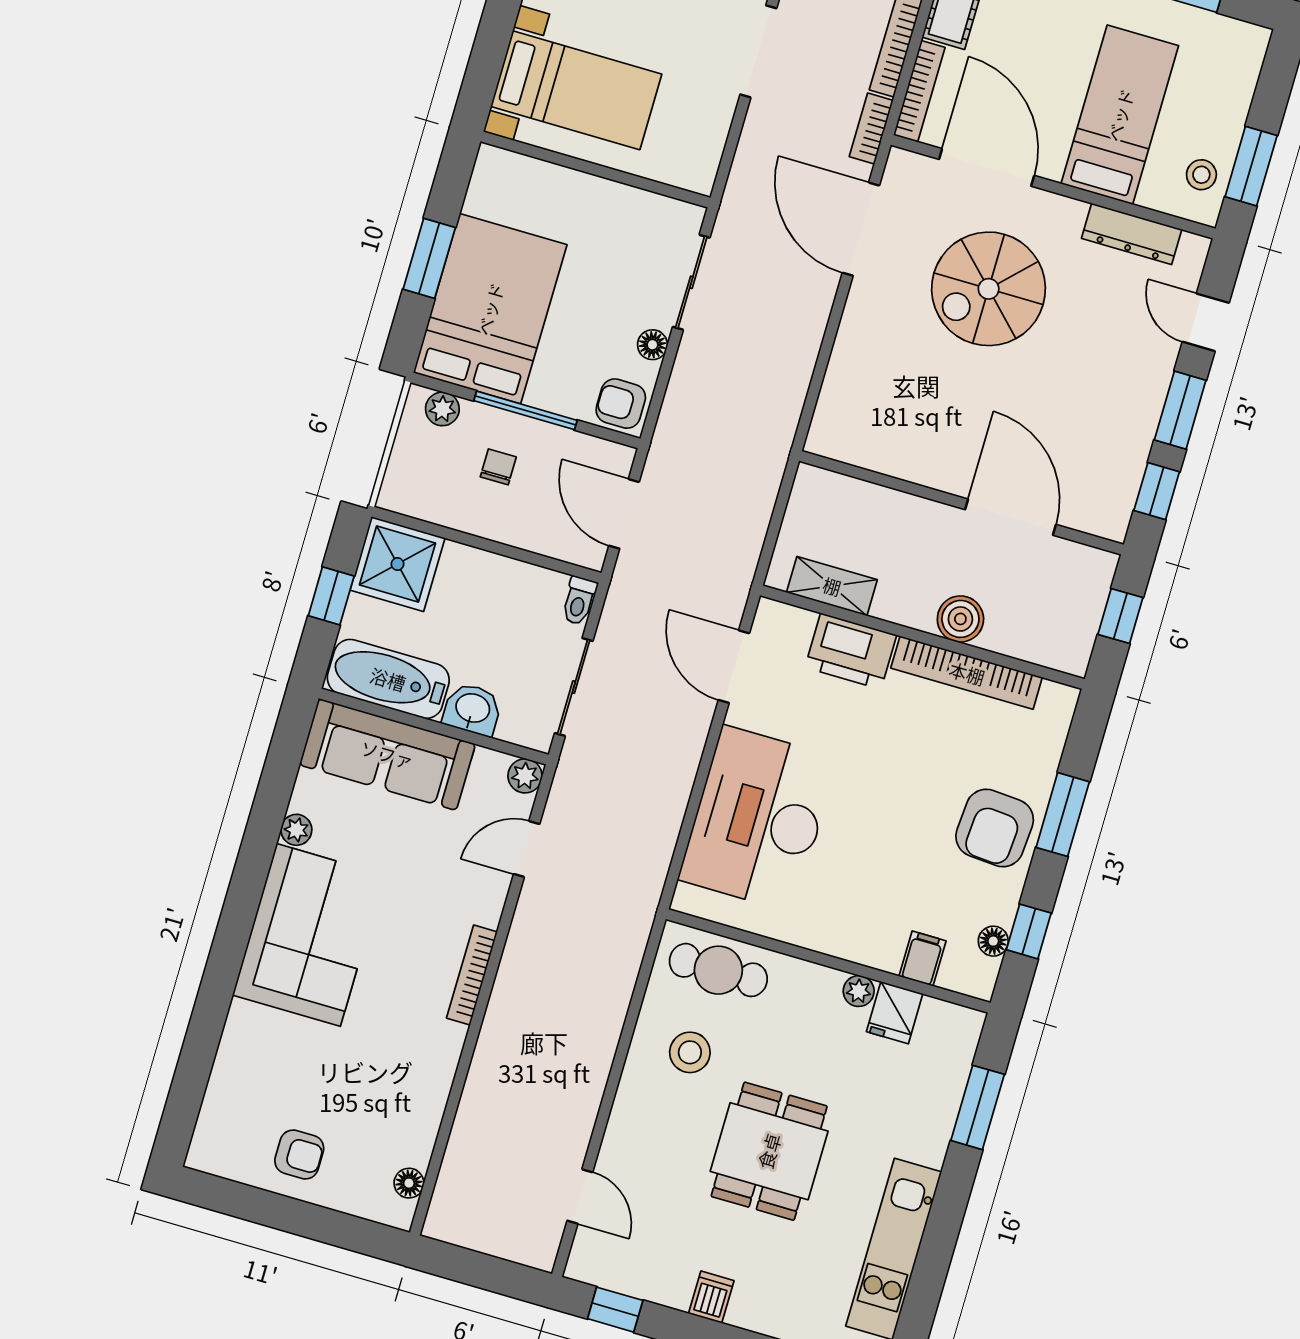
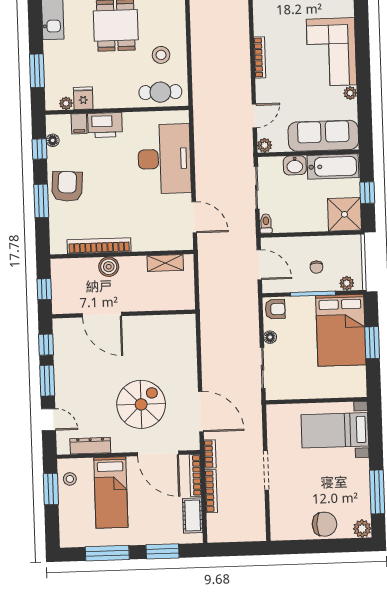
printer: (851, 651) -> (105, 125), moved, turned 180
plant: (859, 991) -> (66, 103), moved

